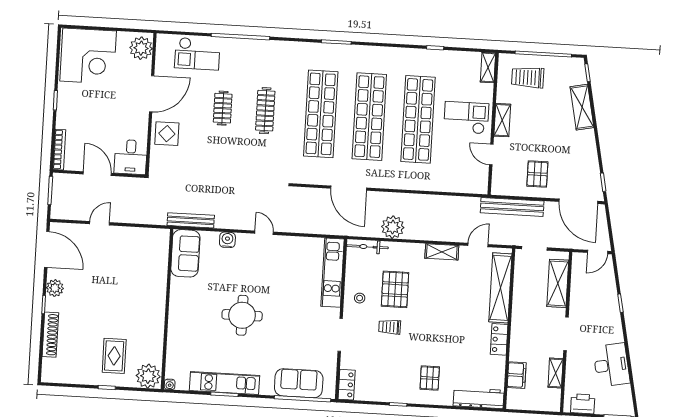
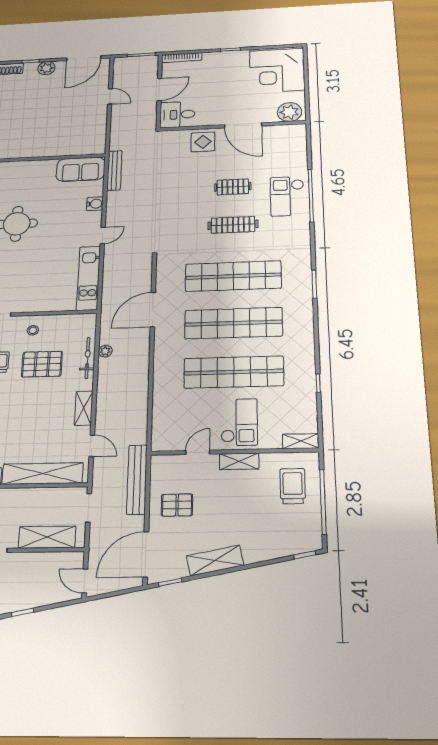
checkout: (197, 54) -> (287, 196), moved
shelving: (582, 107) -> (215, 561), moved
plant: (393, 227) -> (105, 351), width x0.53, depth x0.53
bicycle: (367, 247) -> (87, 358), moved
kitchen unit: (333, 273) -> (89, 278), moved, turned -90

